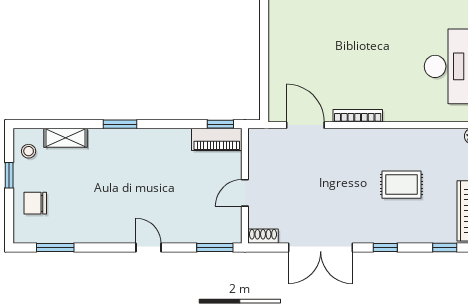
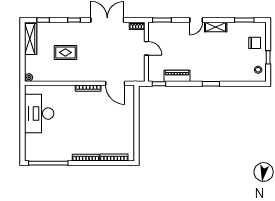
shelving: (66, 138) -> (216, 27), moved
piano: (217, 139) -> (177, 76), moved
door: (245, 193) -> (146, 48), hinge flipped
door: (149, 248) -> (196, 20), hinge flipped

